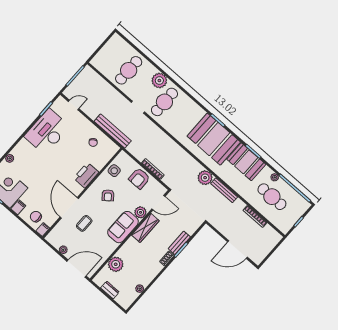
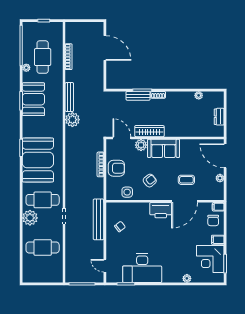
booth: (214, 139) -> (38, 160), moved
printer: (86, 175) -> (161, 210), moved
plant: (116, 264) -> (196, 129), removed

